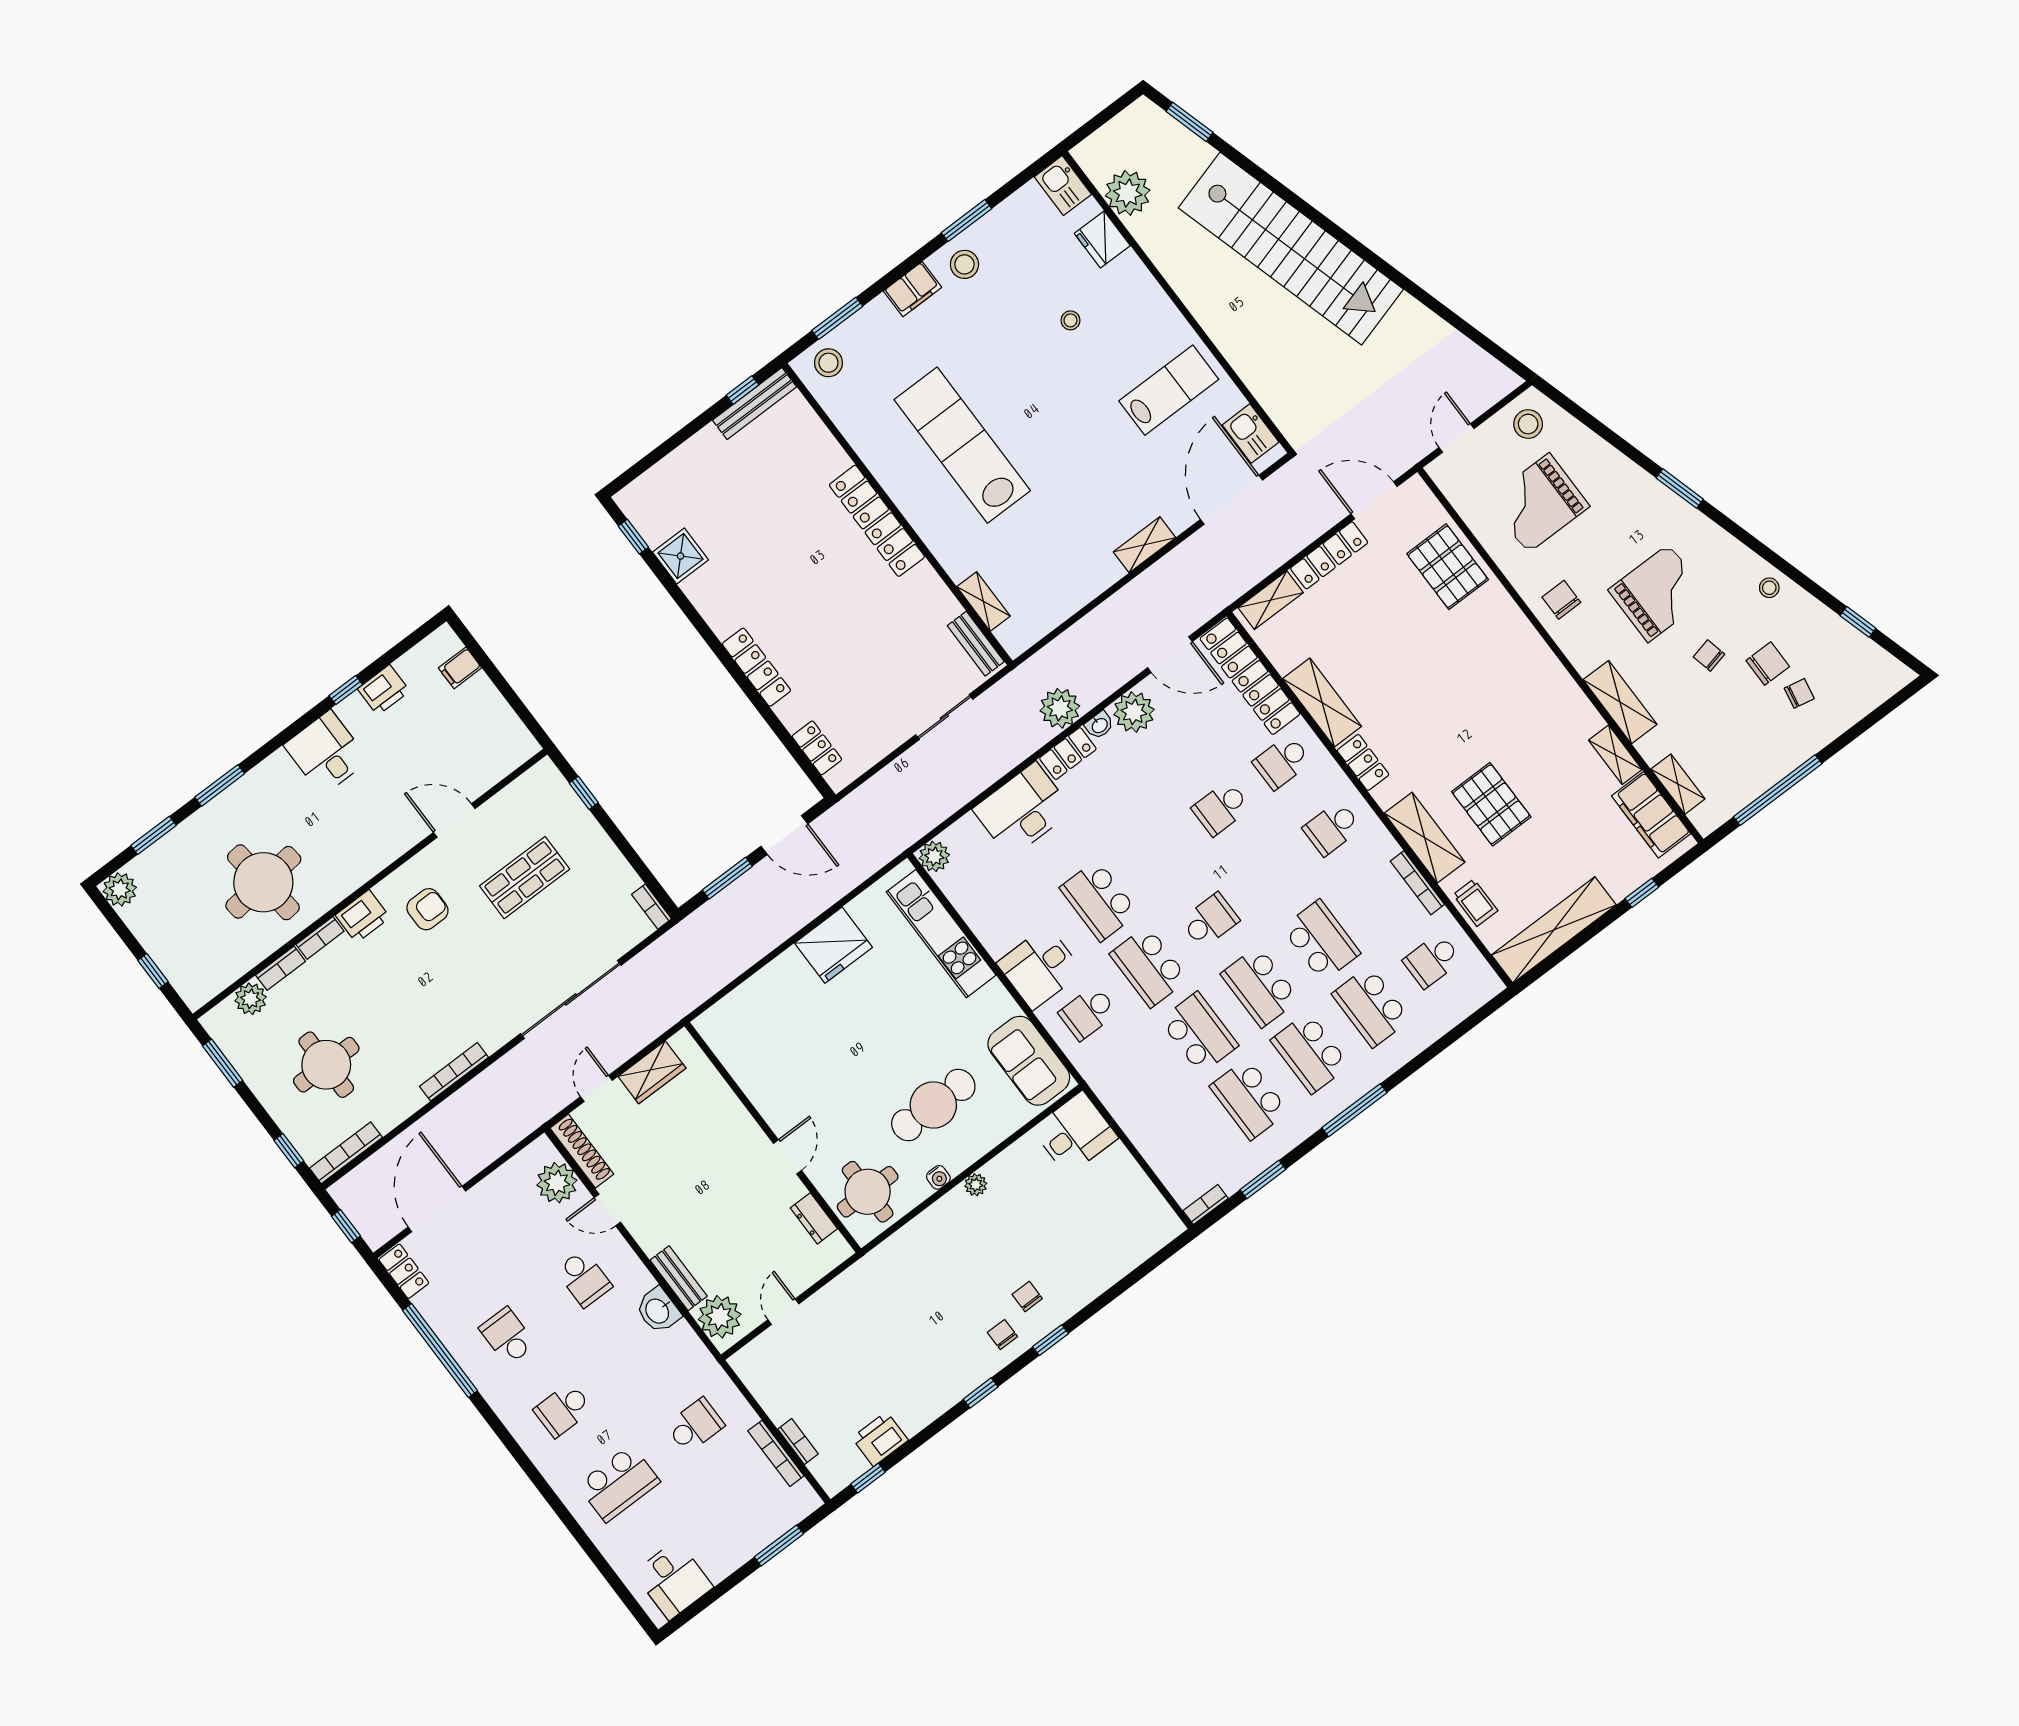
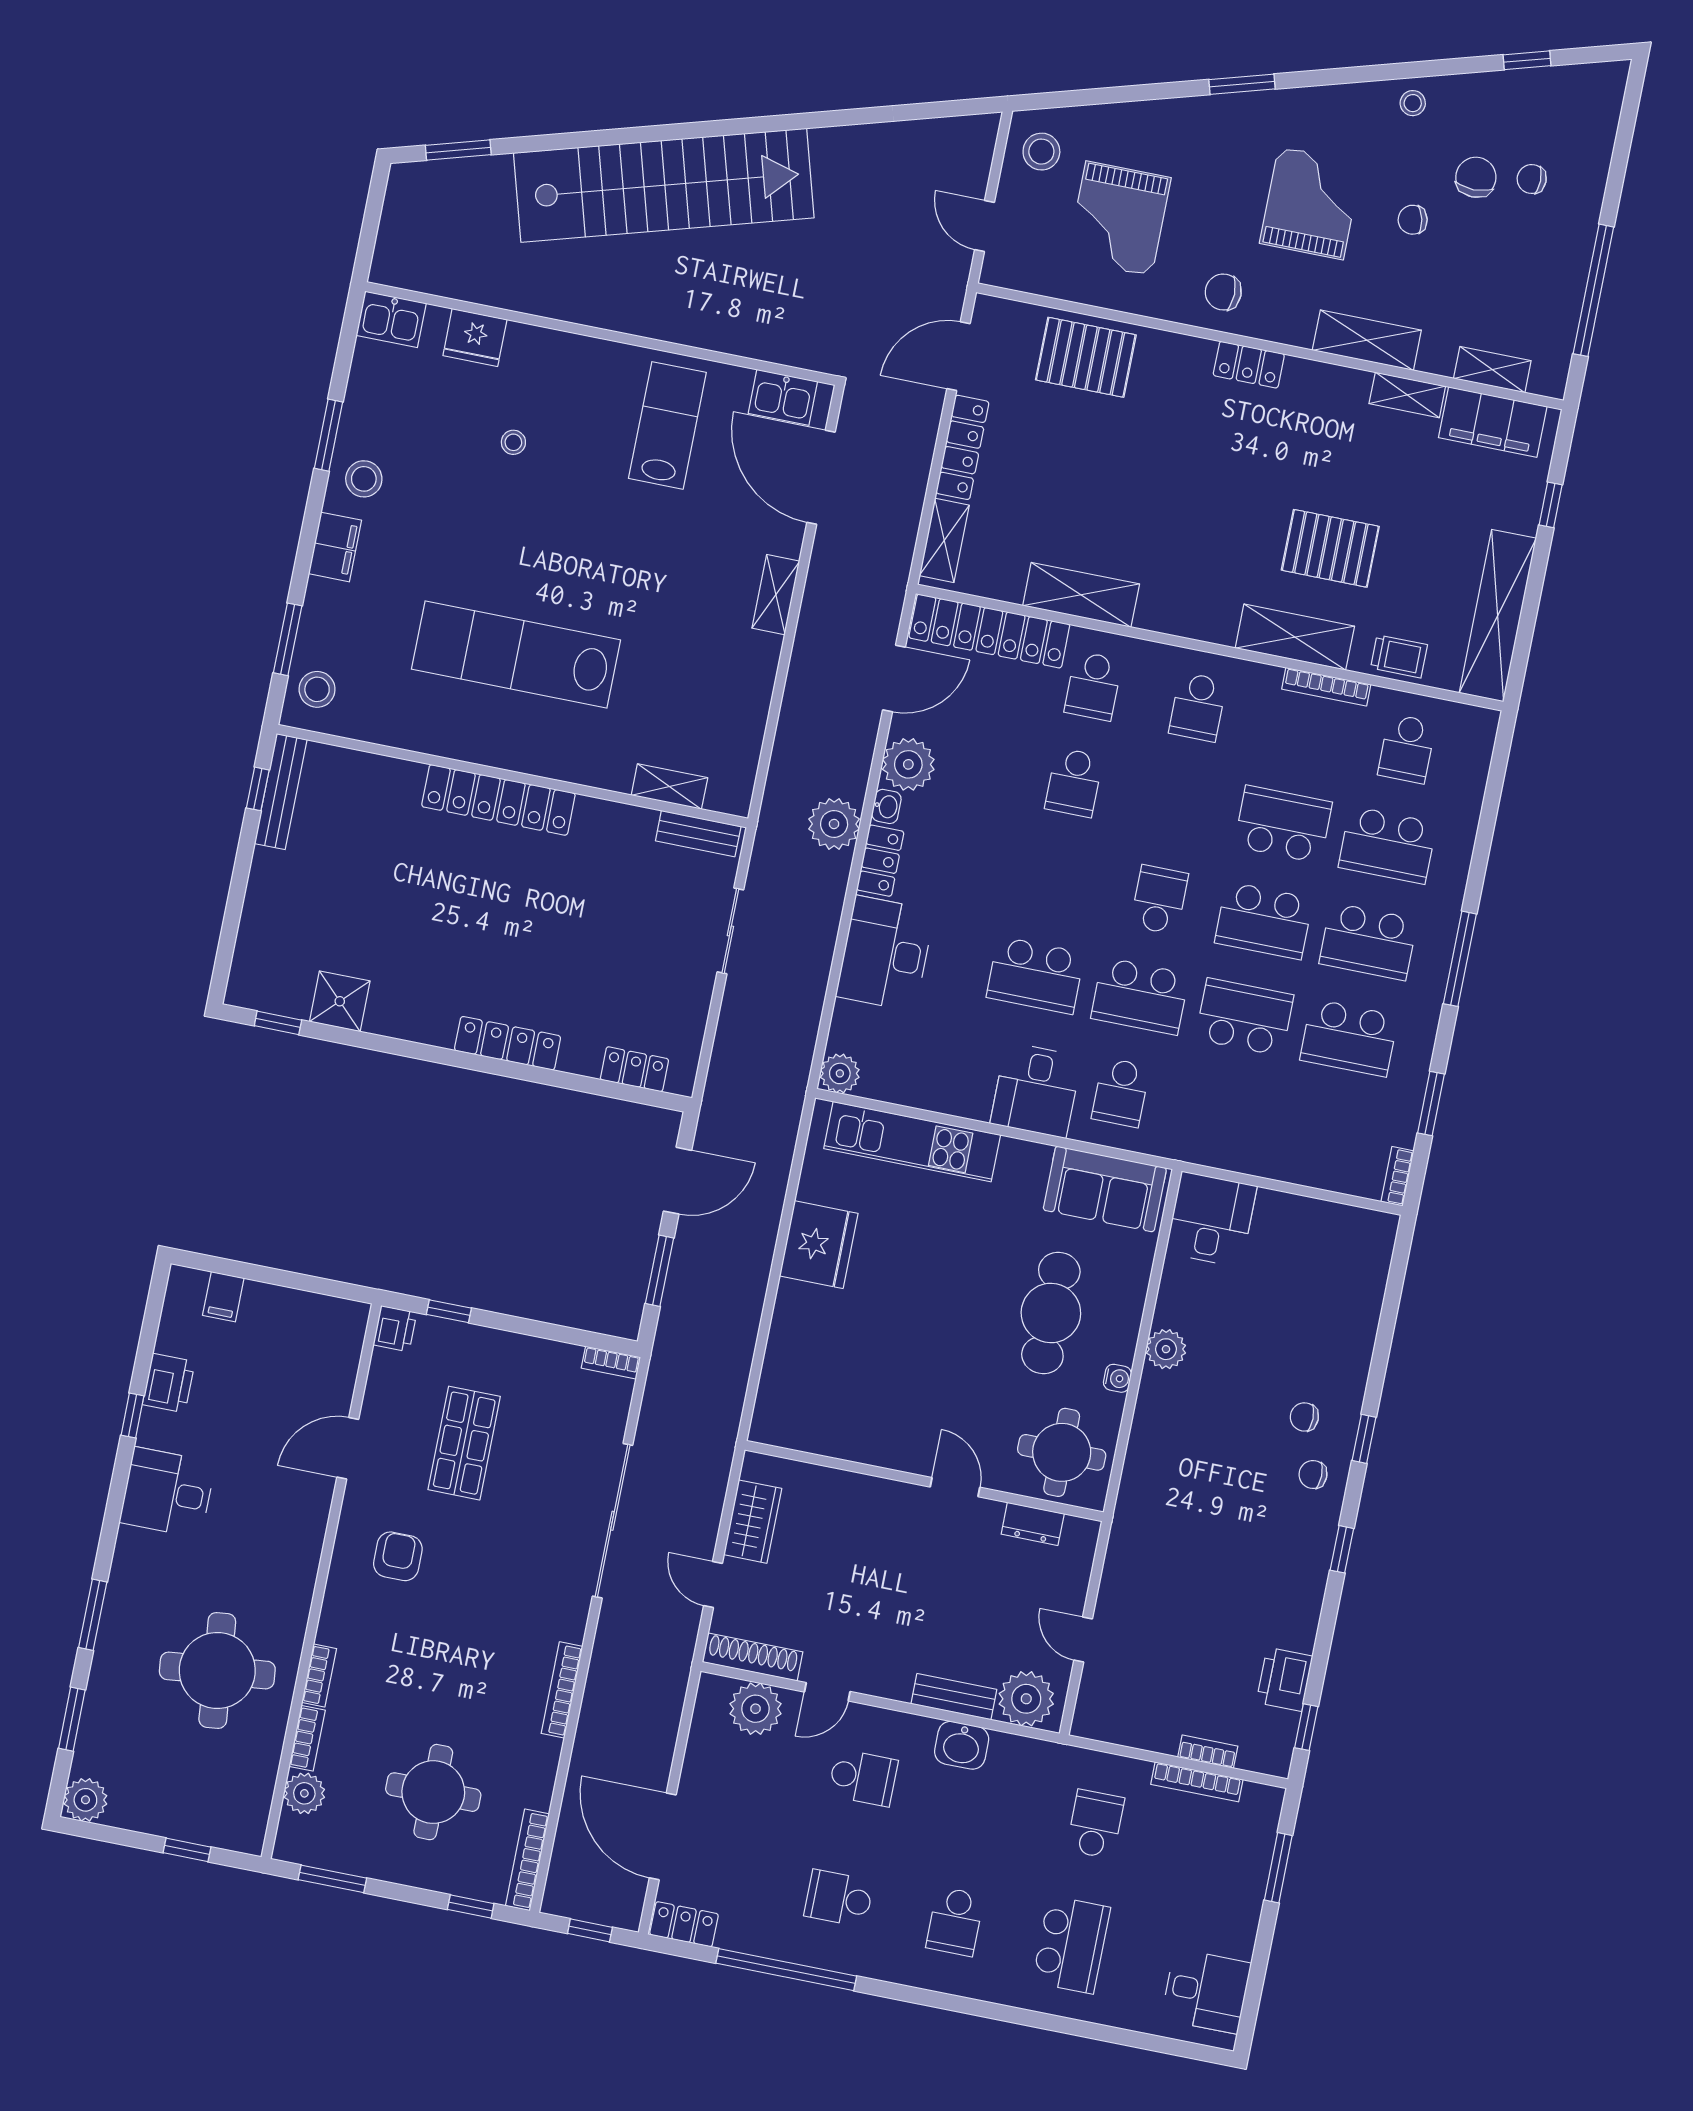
plant: (1128, 193) -> (460, 271), removed
chair: (1799, 693) -> (1532, 179), turned -101
locker: (1363, 762) -> (1249, 365), moved, turned 180
printer: (363, 916) -> (395, 1329), moved, width x0.73, depth x0.81
plant: (976, 1185) -> (1166, 1349), width x1.38, depth x1.38

